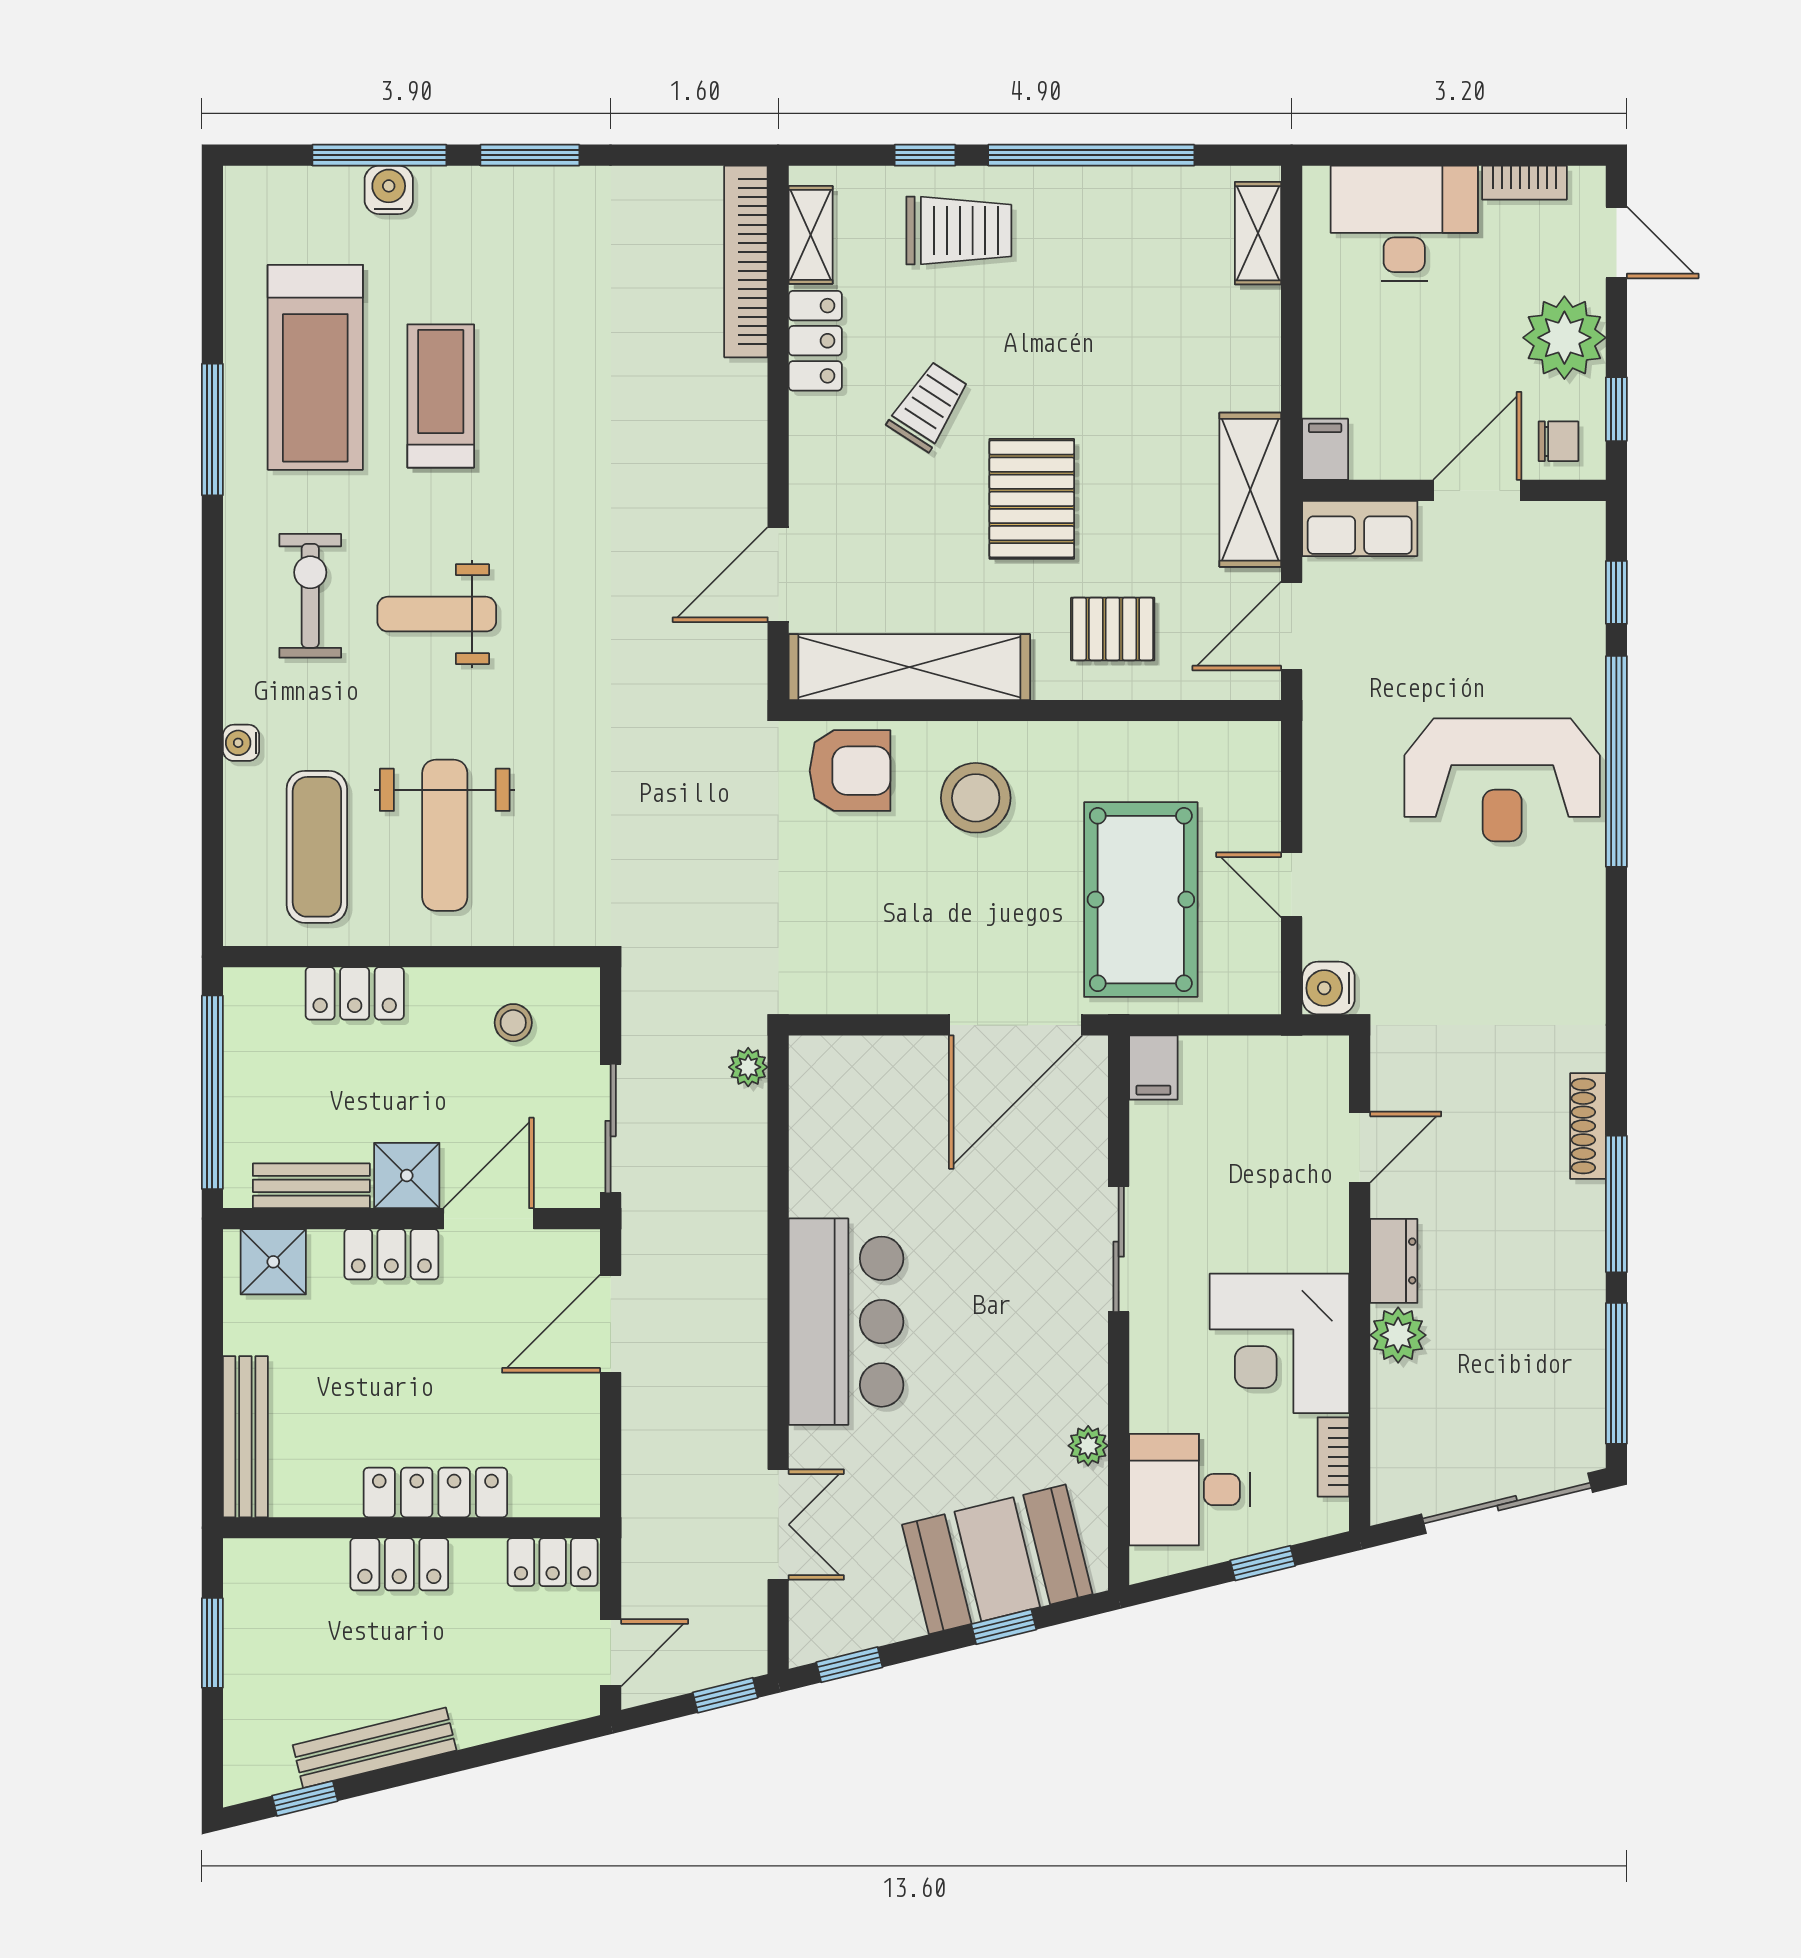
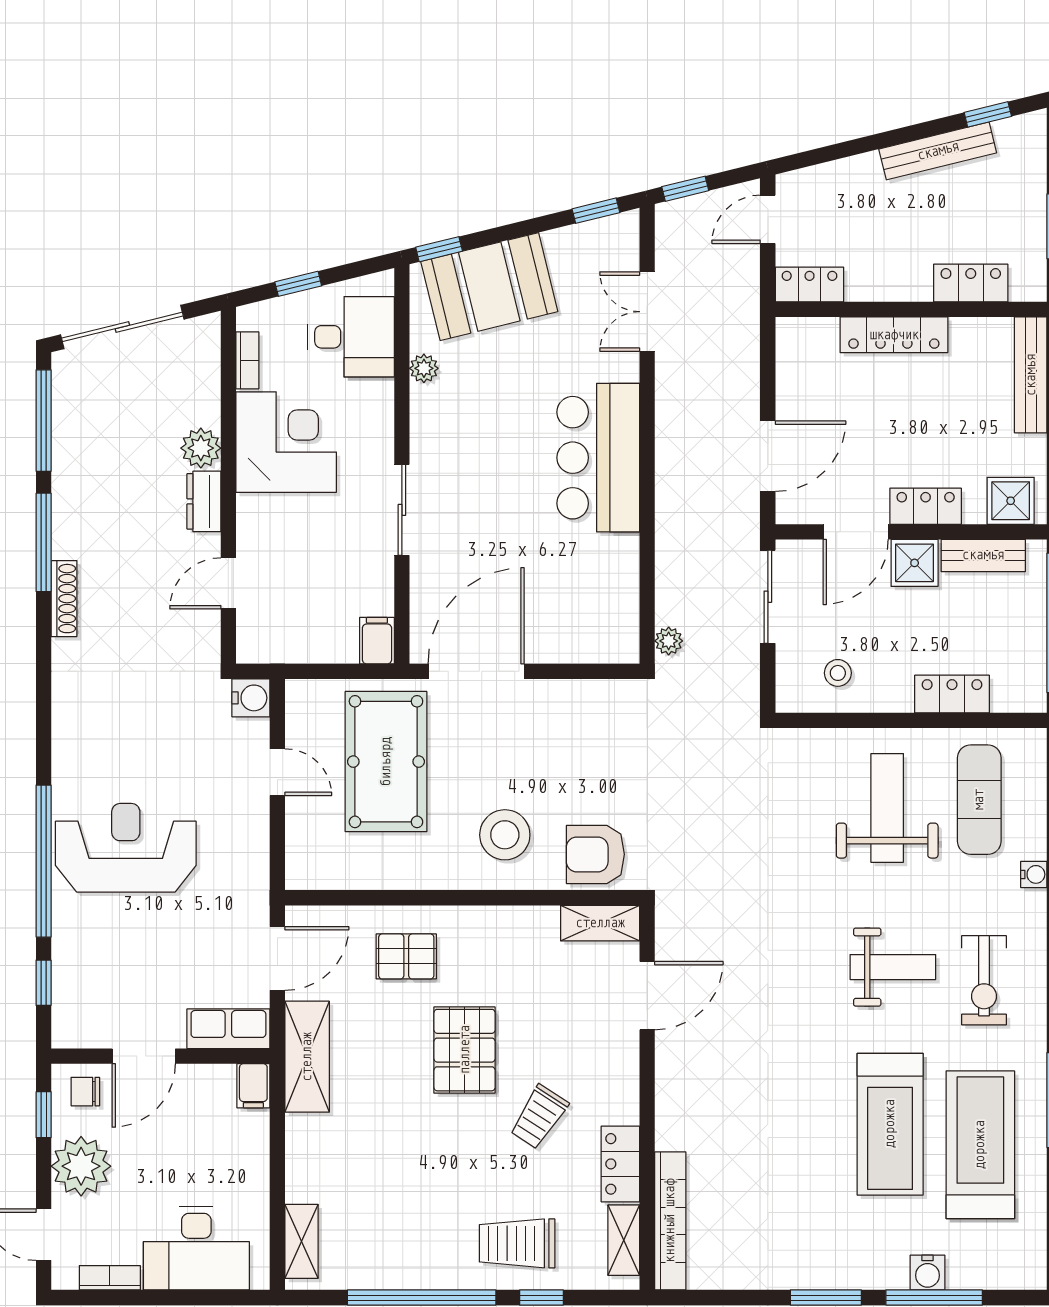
treadmill: (441, 396) -> (890, 1124), width x1.37, depth x1.38
shelving: (909, 667) -> (600, 923), width x0.45, depth x0.75
locker: (399, 1564) -> (971, 283), moved
window: (1004, 1627) -> (439, 249), moved

